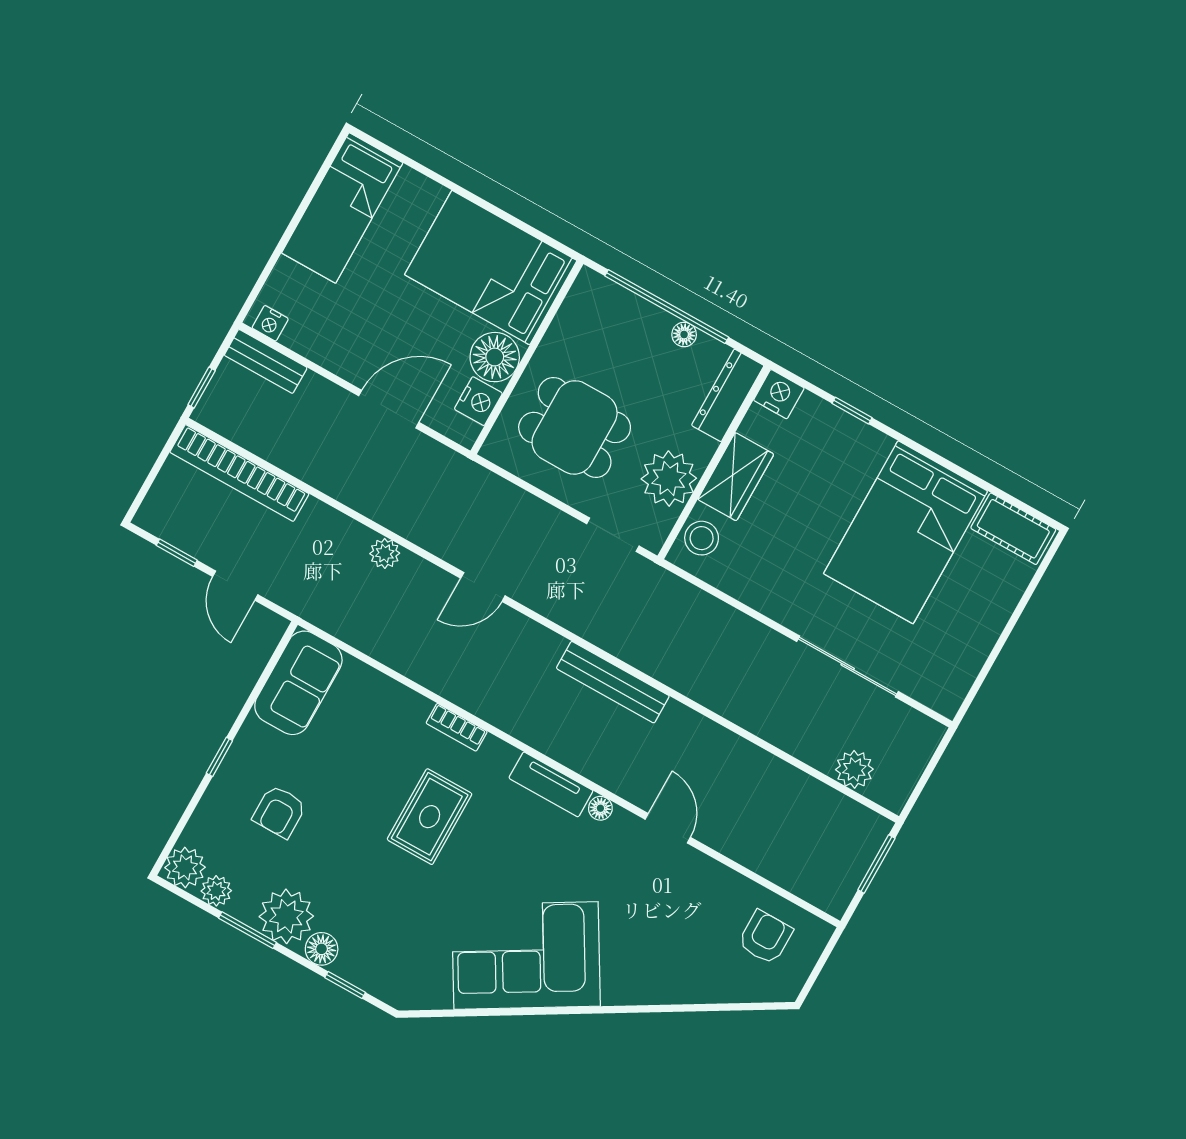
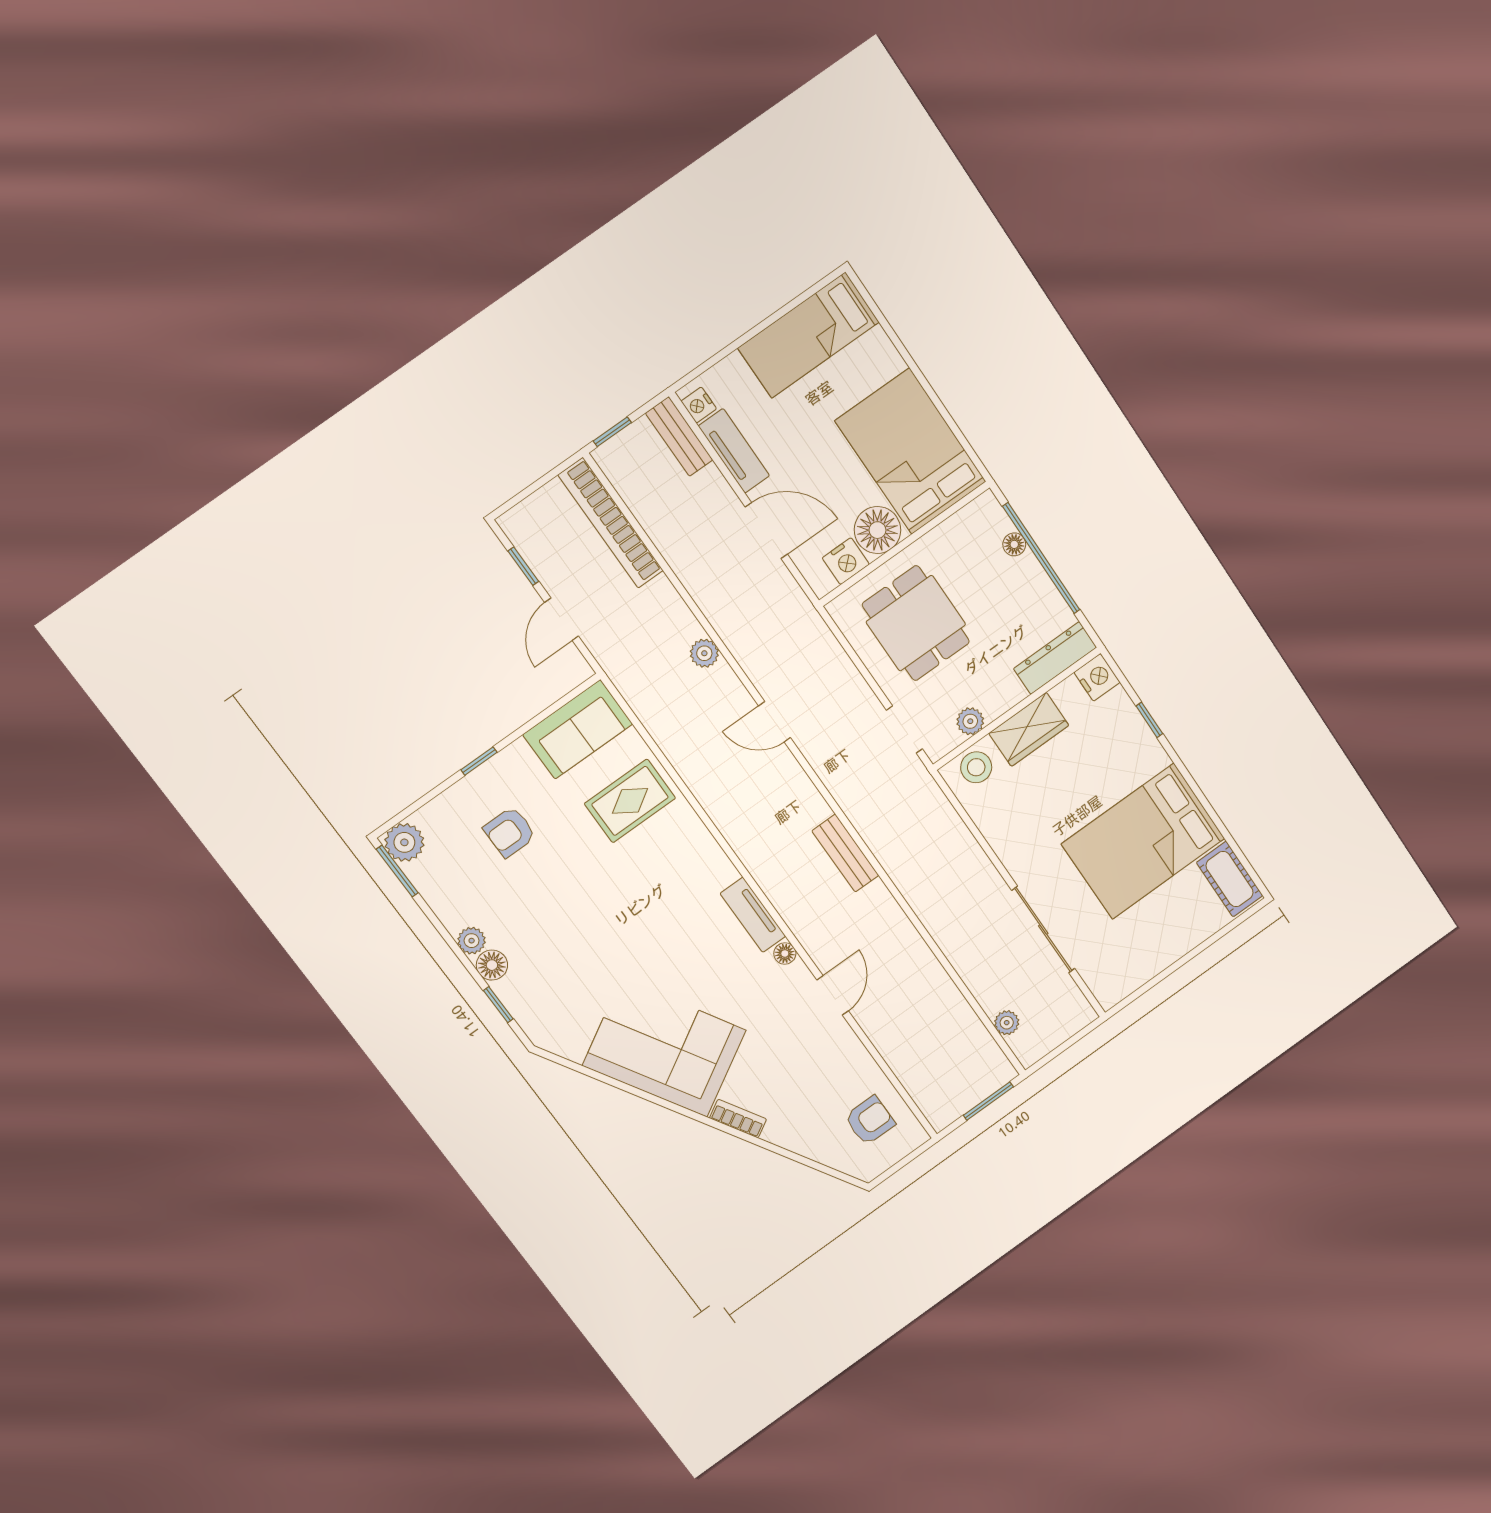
floor lamp: (684, 334) -> (1014, 544), moved
tv unit: (323, 350) -> (734, 451), added
plant: (669, 479) -> (970, 721), width x0.53, depth x0.53
bench: (613, 682) -> (845, 853), width x0.73
bookcase: (457, 727) -> (738, 1119), moved, turned 149
plant: (854, 769) -> (1007, 1023), width x0.73, depth x0.73
rug: (430, 817) -> (630, 801), moved
plant: (216, 891) -> (423, 875), removed
plant: (286, 916) -> (472, 941), width x0.53, depth x0.53
window: (248, 930) -> (397, 871), moved

